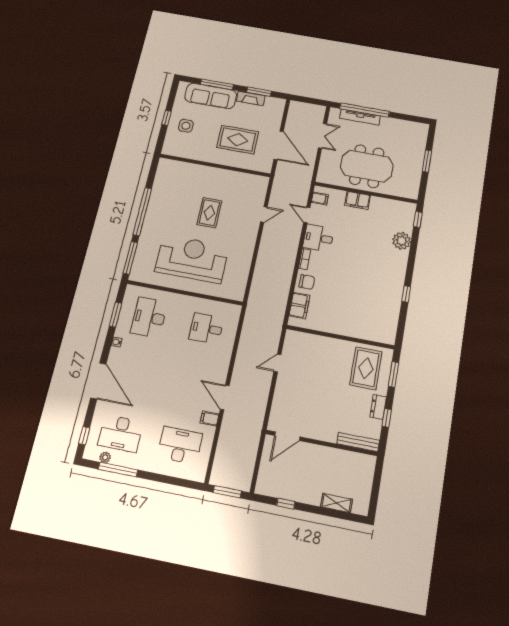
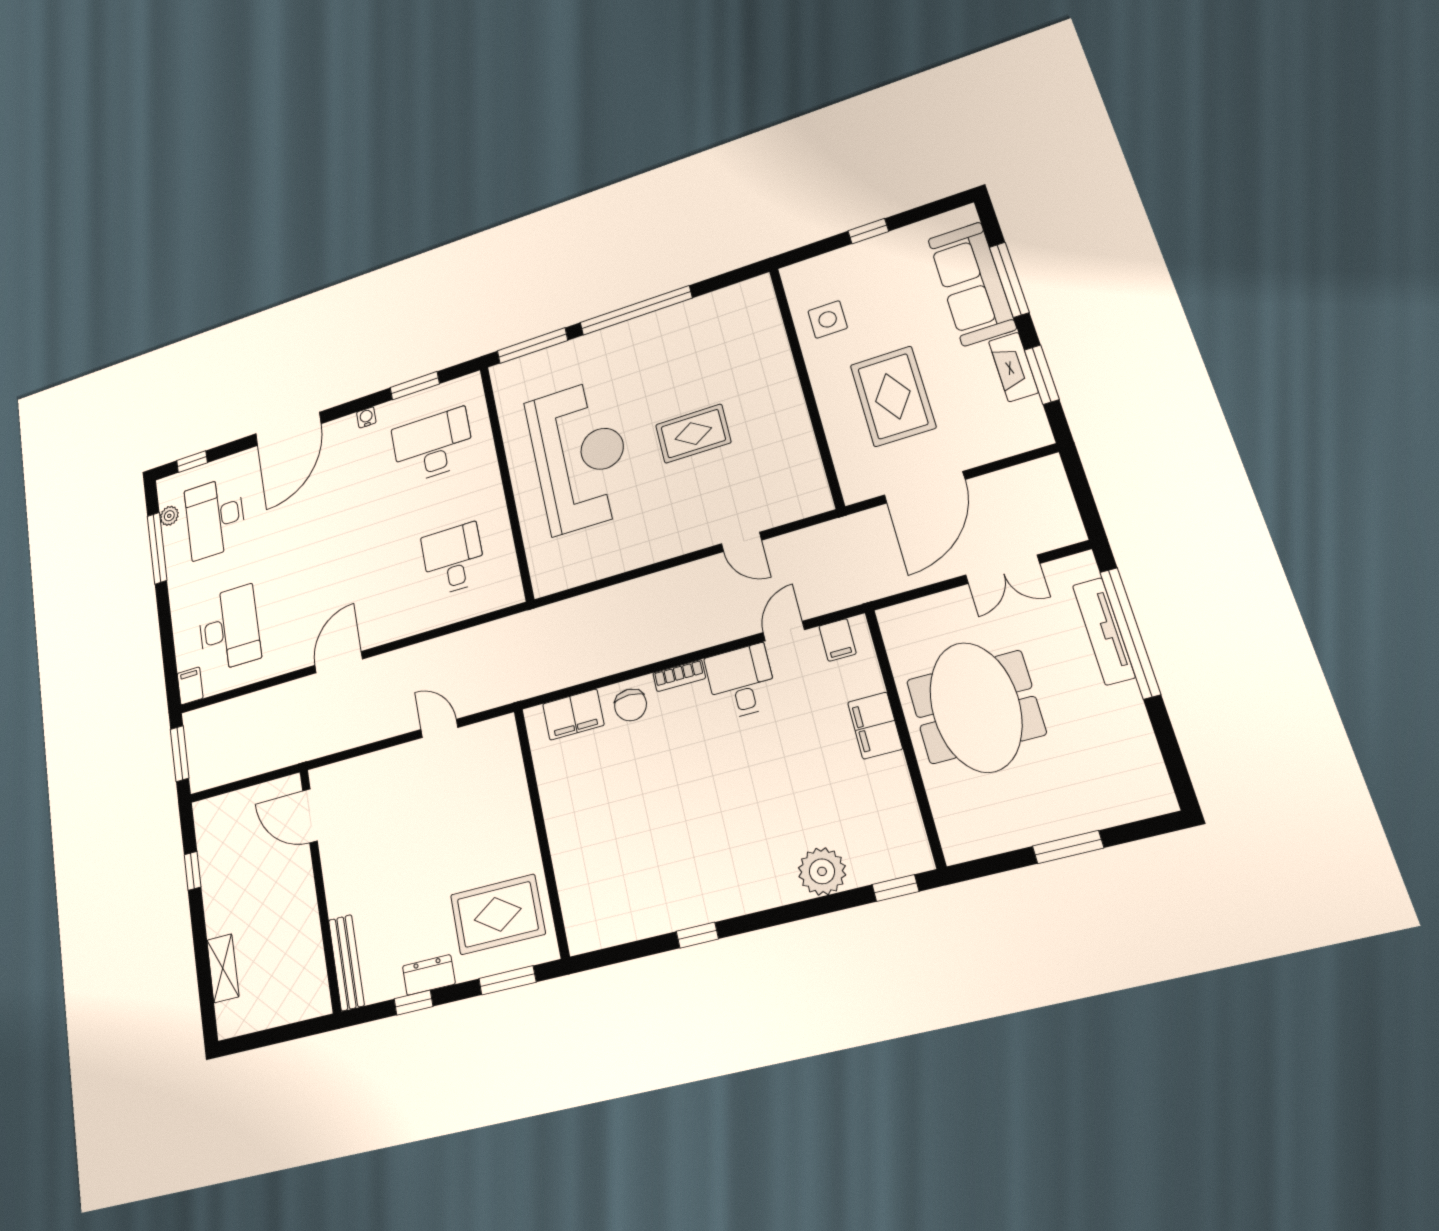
side table: (186, 126) -> (828, 319), moved
filing cabinet: (210, 419) -> (190, 686), moved

